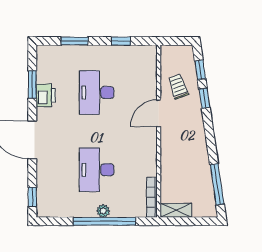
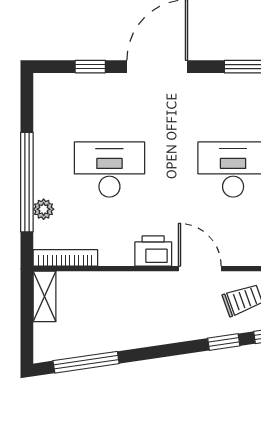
printer: (46, 95) -> (153, 251), moved, turned 180
window: (32, 197) -> (90, 67), moved
plant: (103, 211) -> (44, 209), moved

